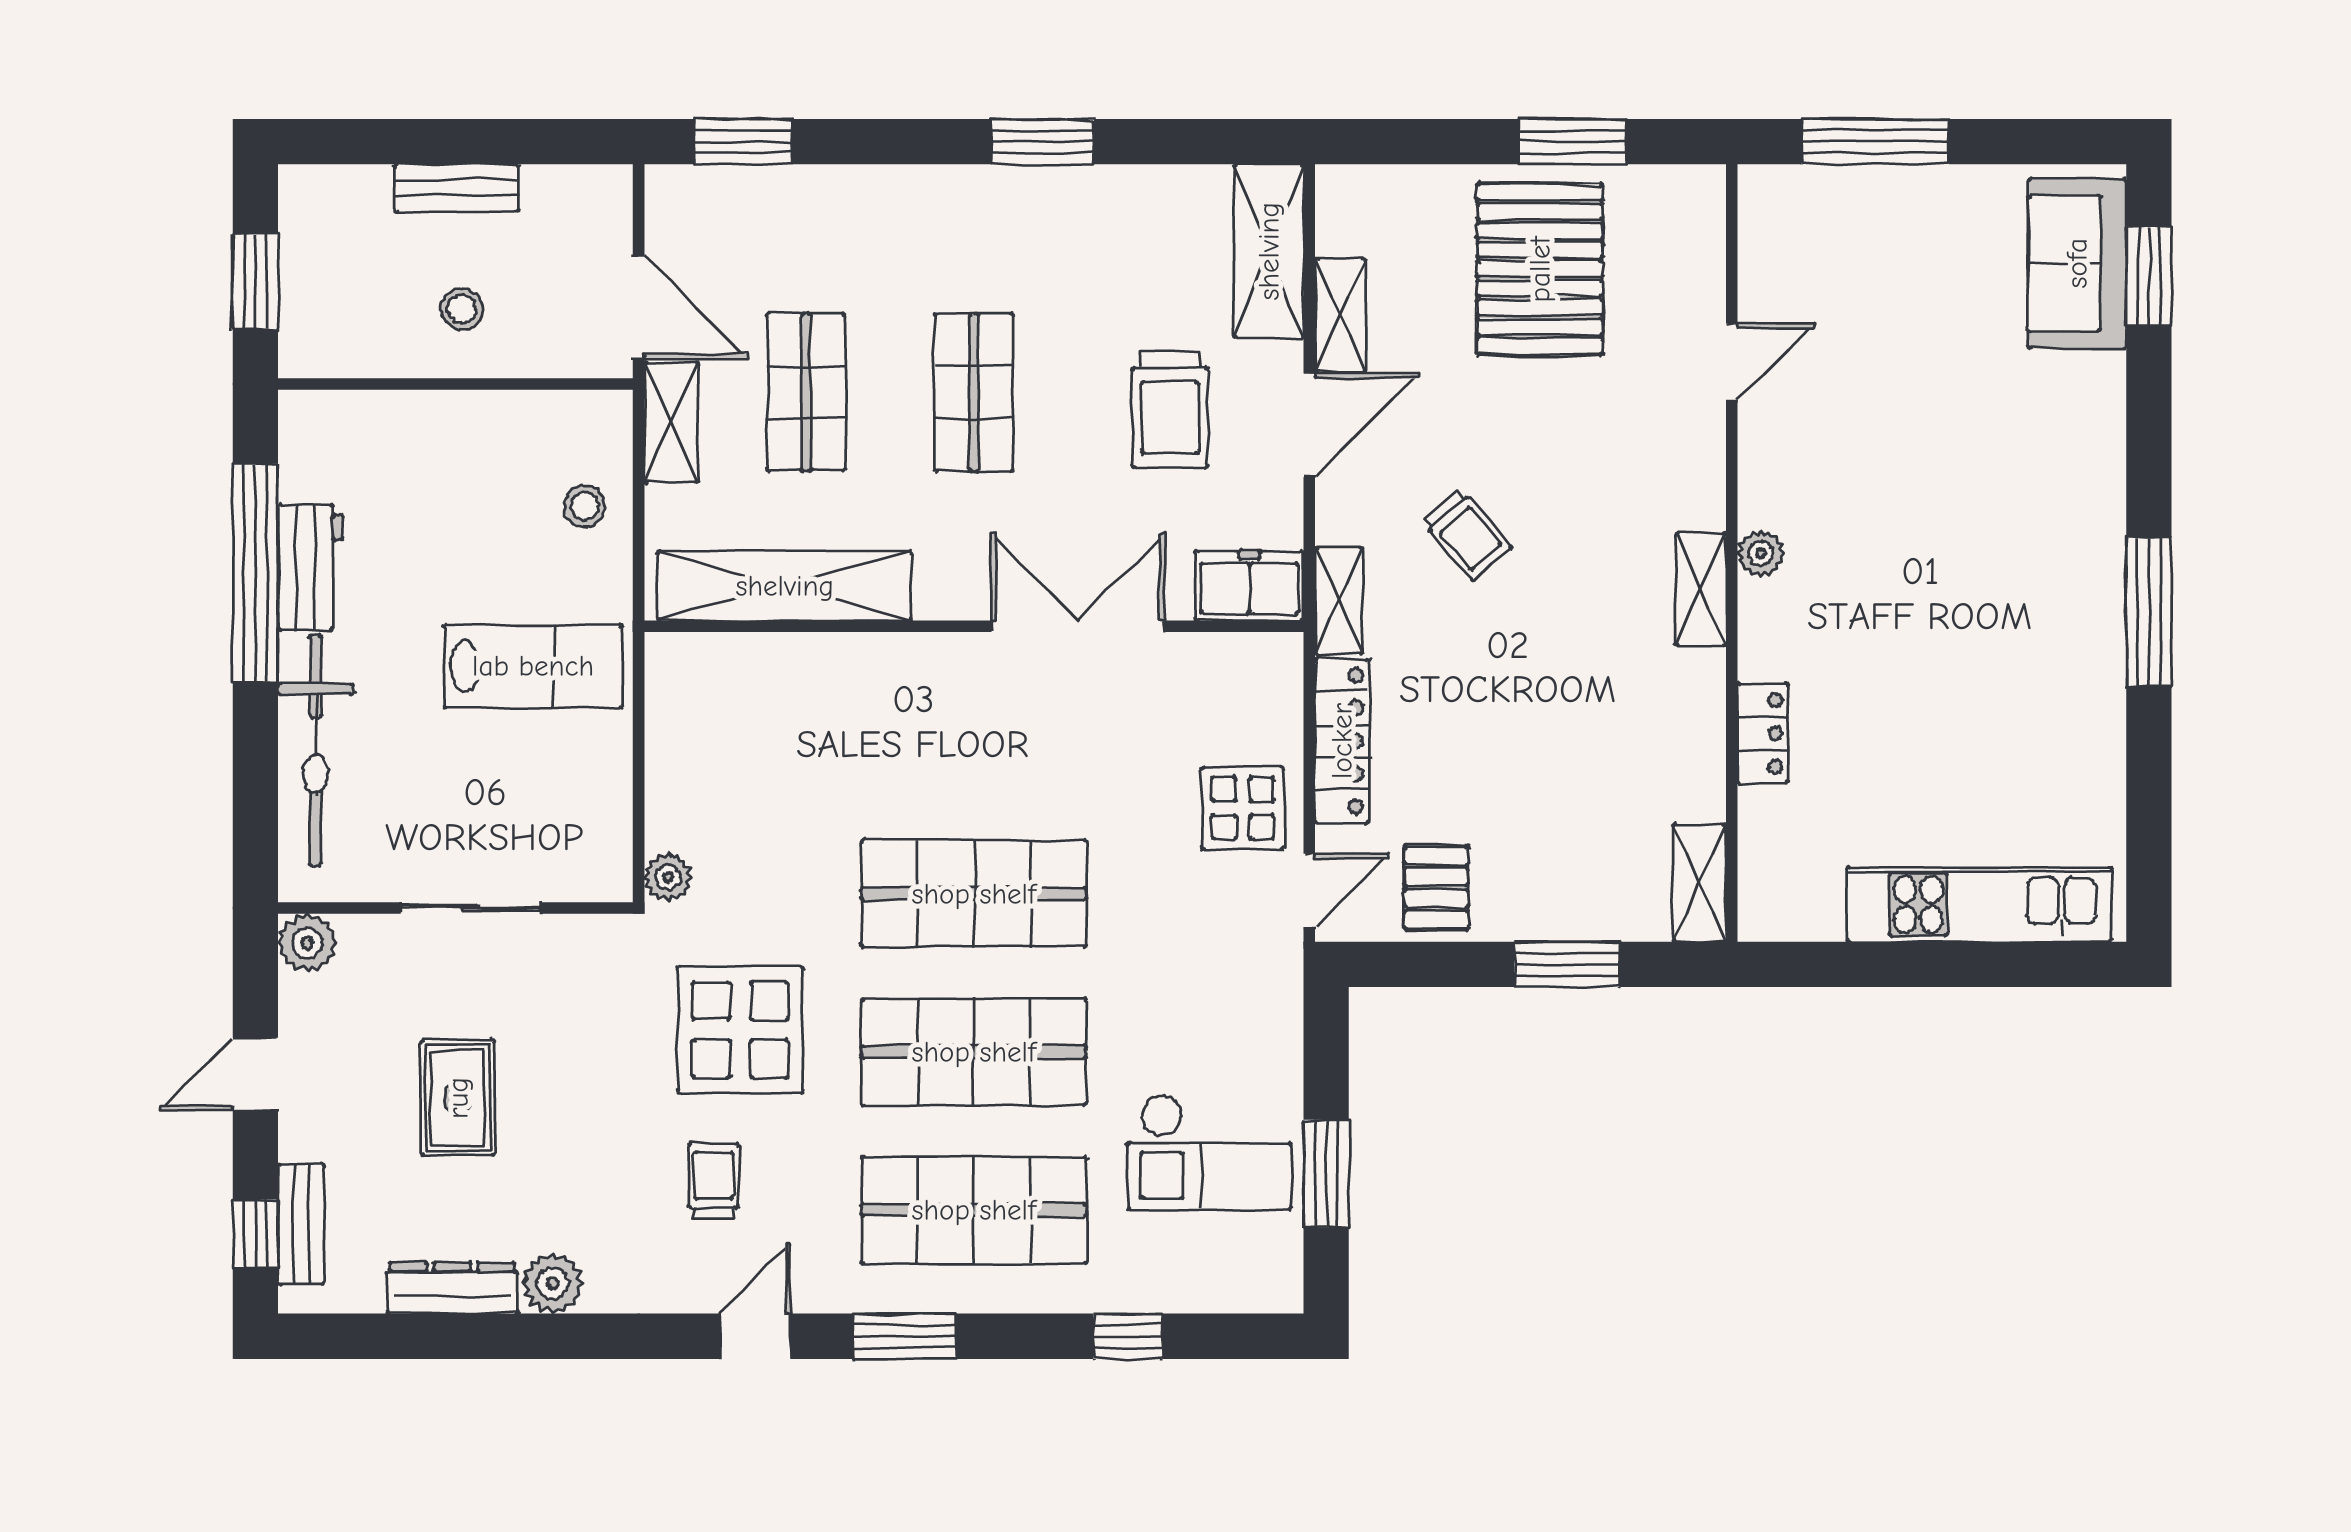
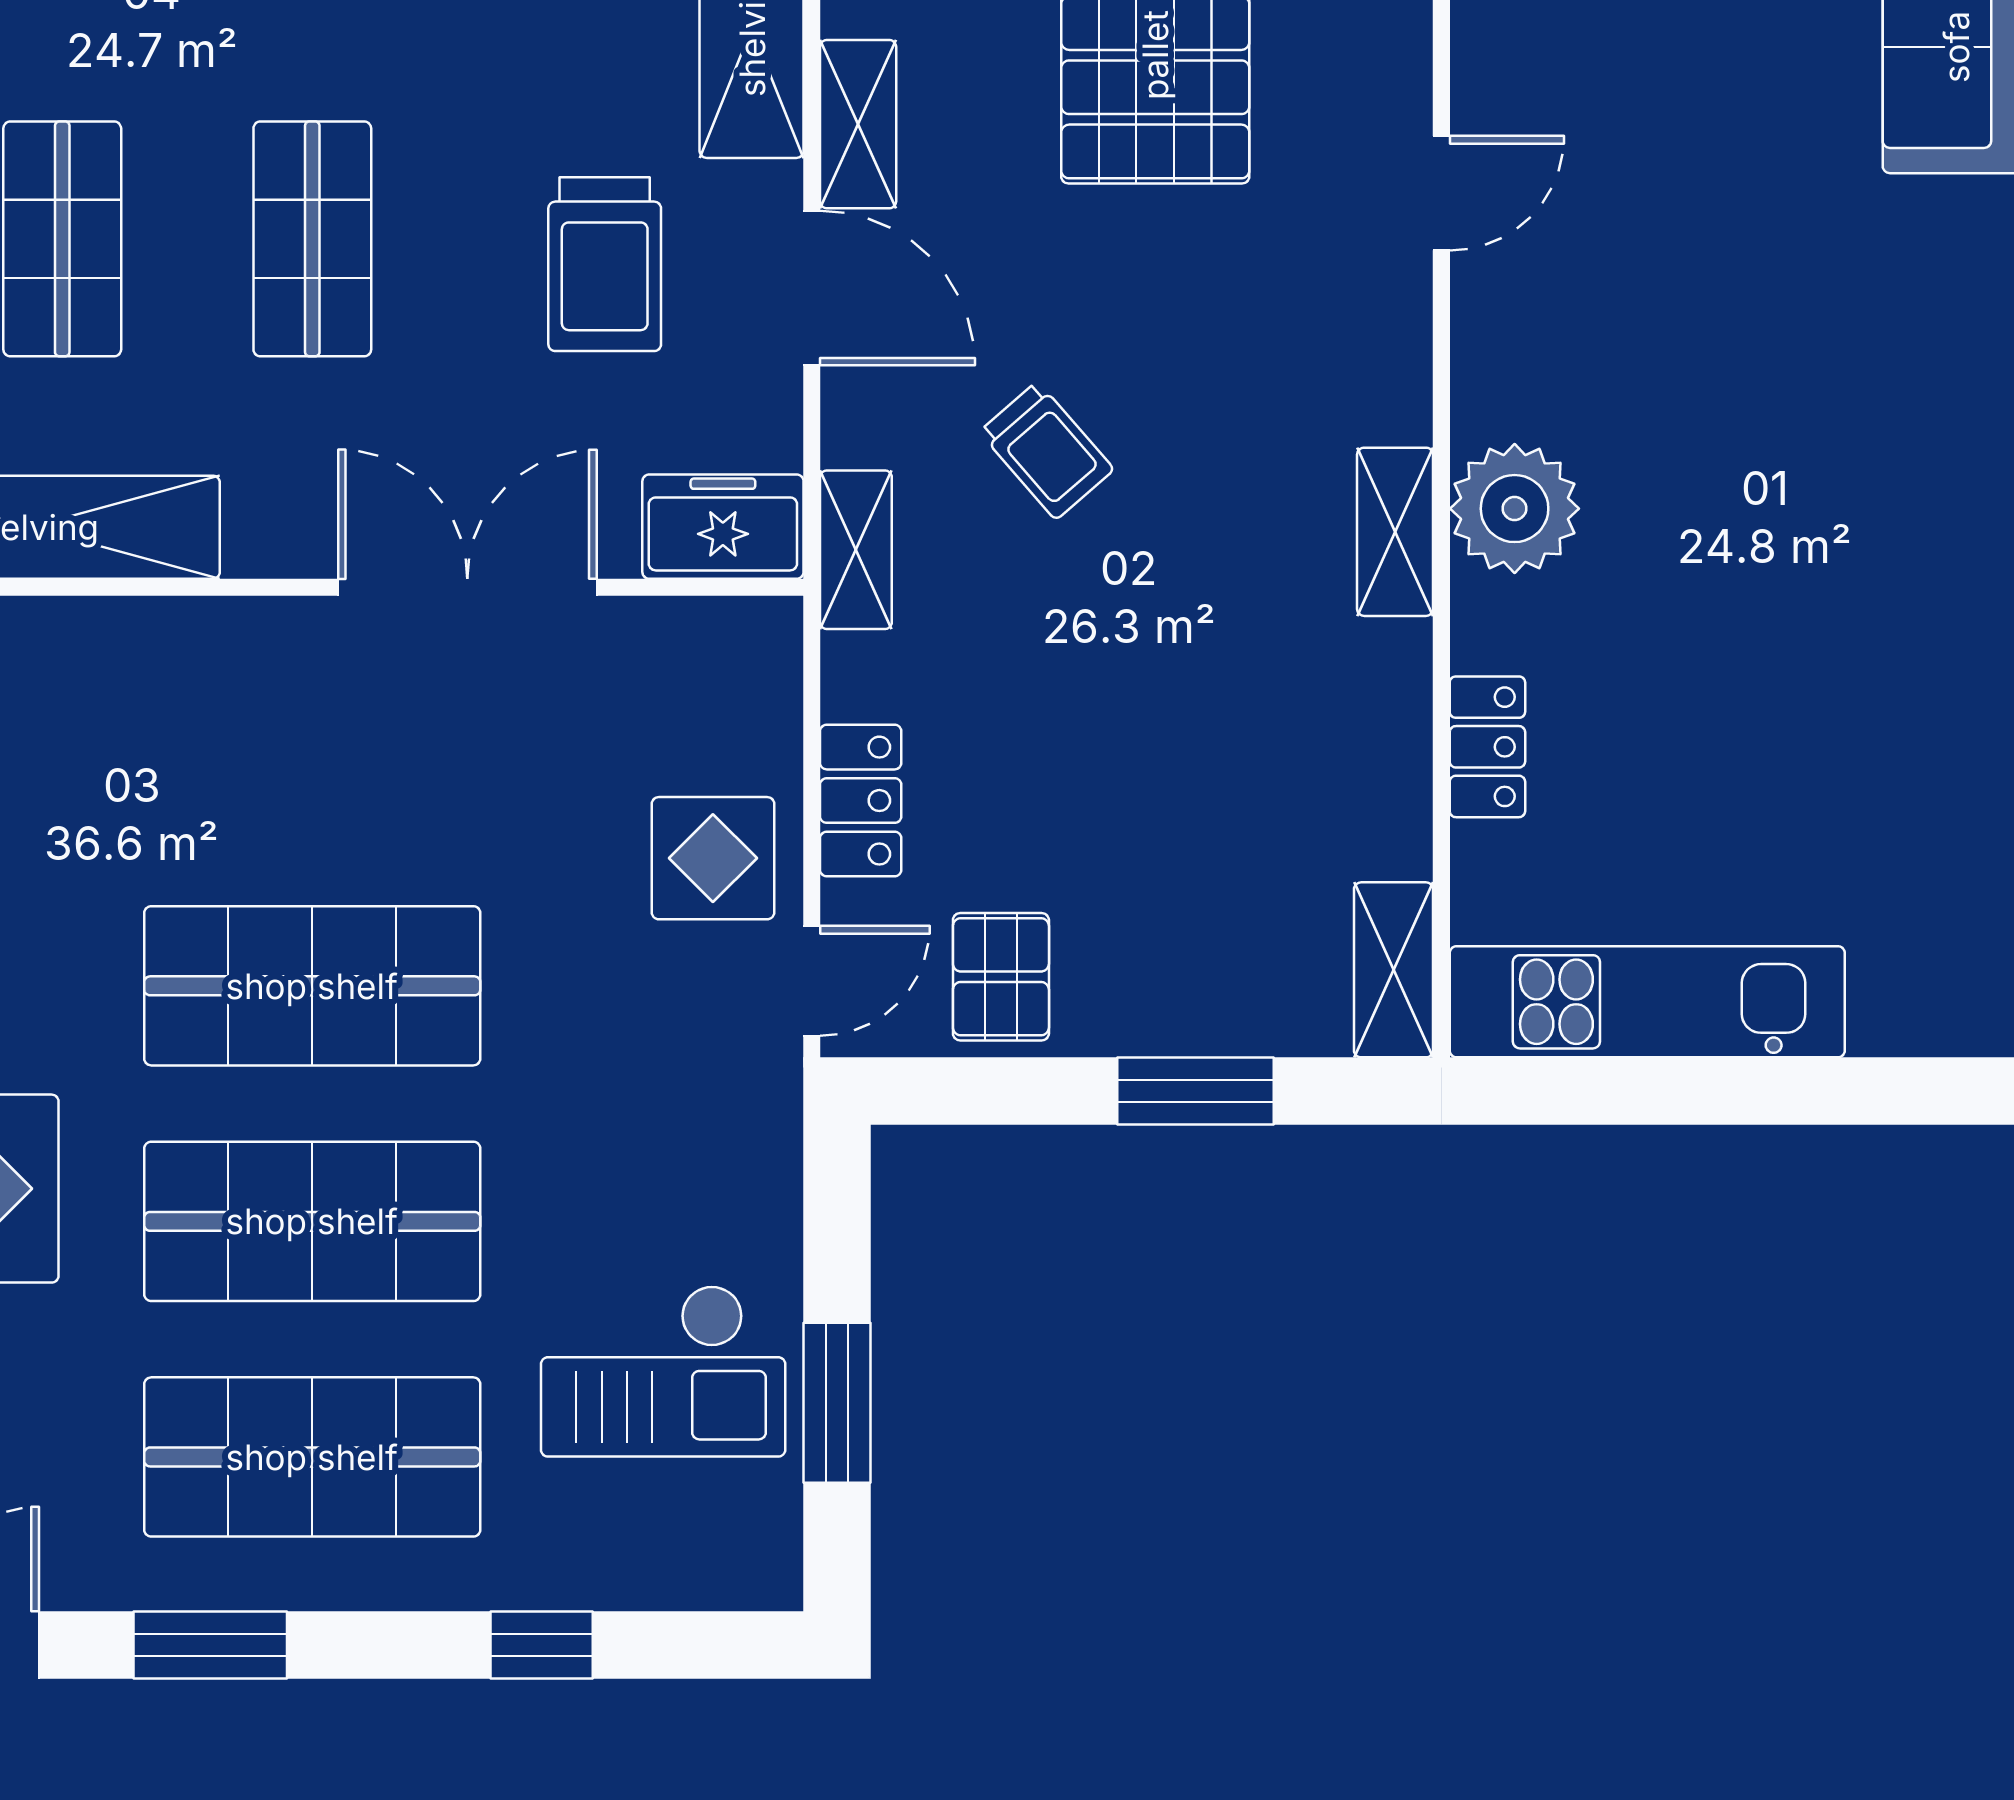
door: (1309, 425) -> (812, 288), hinge flipped
plant: (1761, 553) -> (1515, 509), width x1.88, depth x1.88
locker: (1342, 741) -> (861, 801), width x0.66
kitchen unit: (1979, 904) -> (1647, 1002), moved

